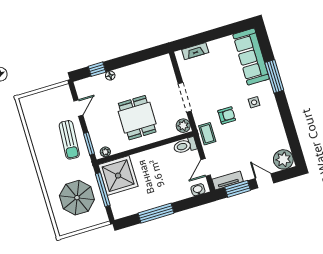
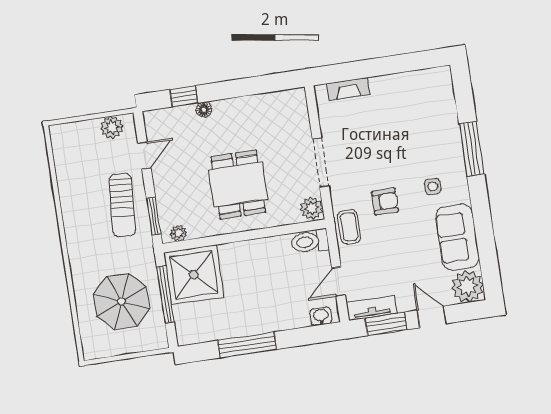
sofa: (251, 57) -> (457, 237), moved, width x0.73
plant: (56, 94) -> (112, 127), added

